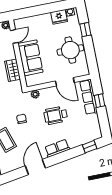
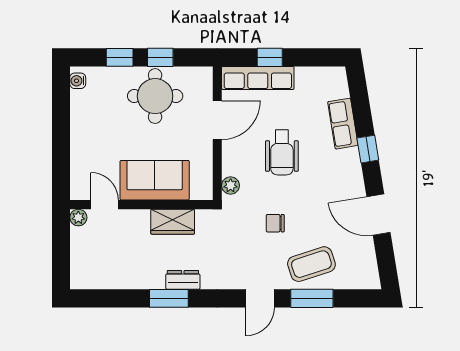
fridge: (59, 17) -> (83, 106), removed
window: (89, 49) -> (160, 57), added
window: (90, 147) -> (368, 149), moved
row of seats: (57, 148) -> (343, 124), moved

